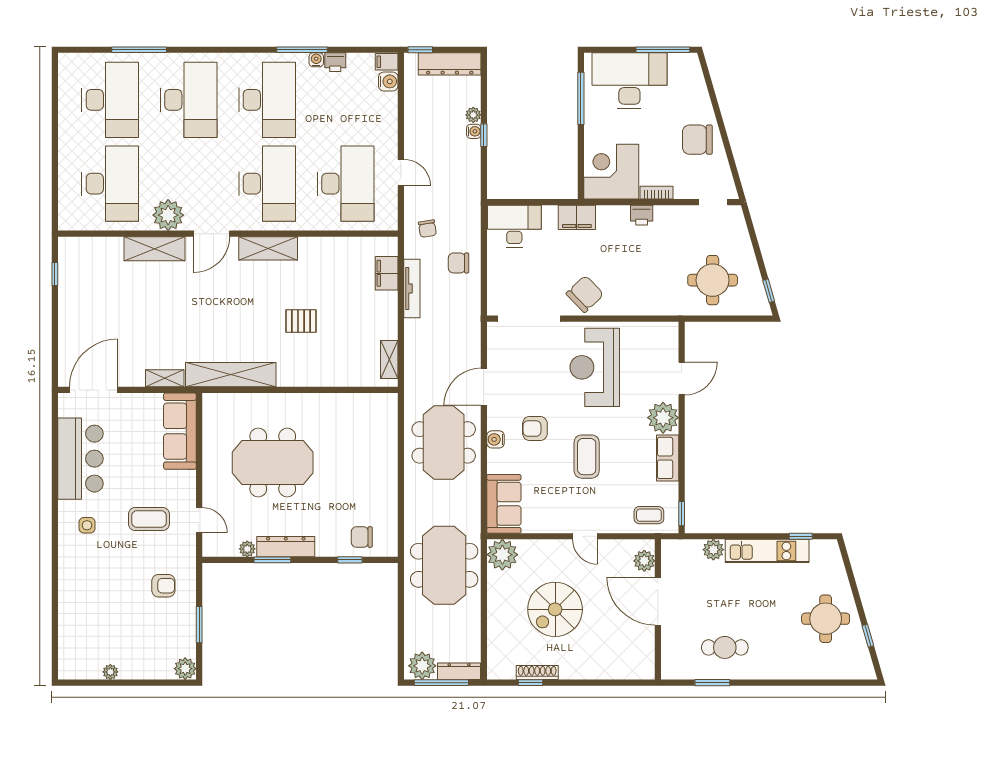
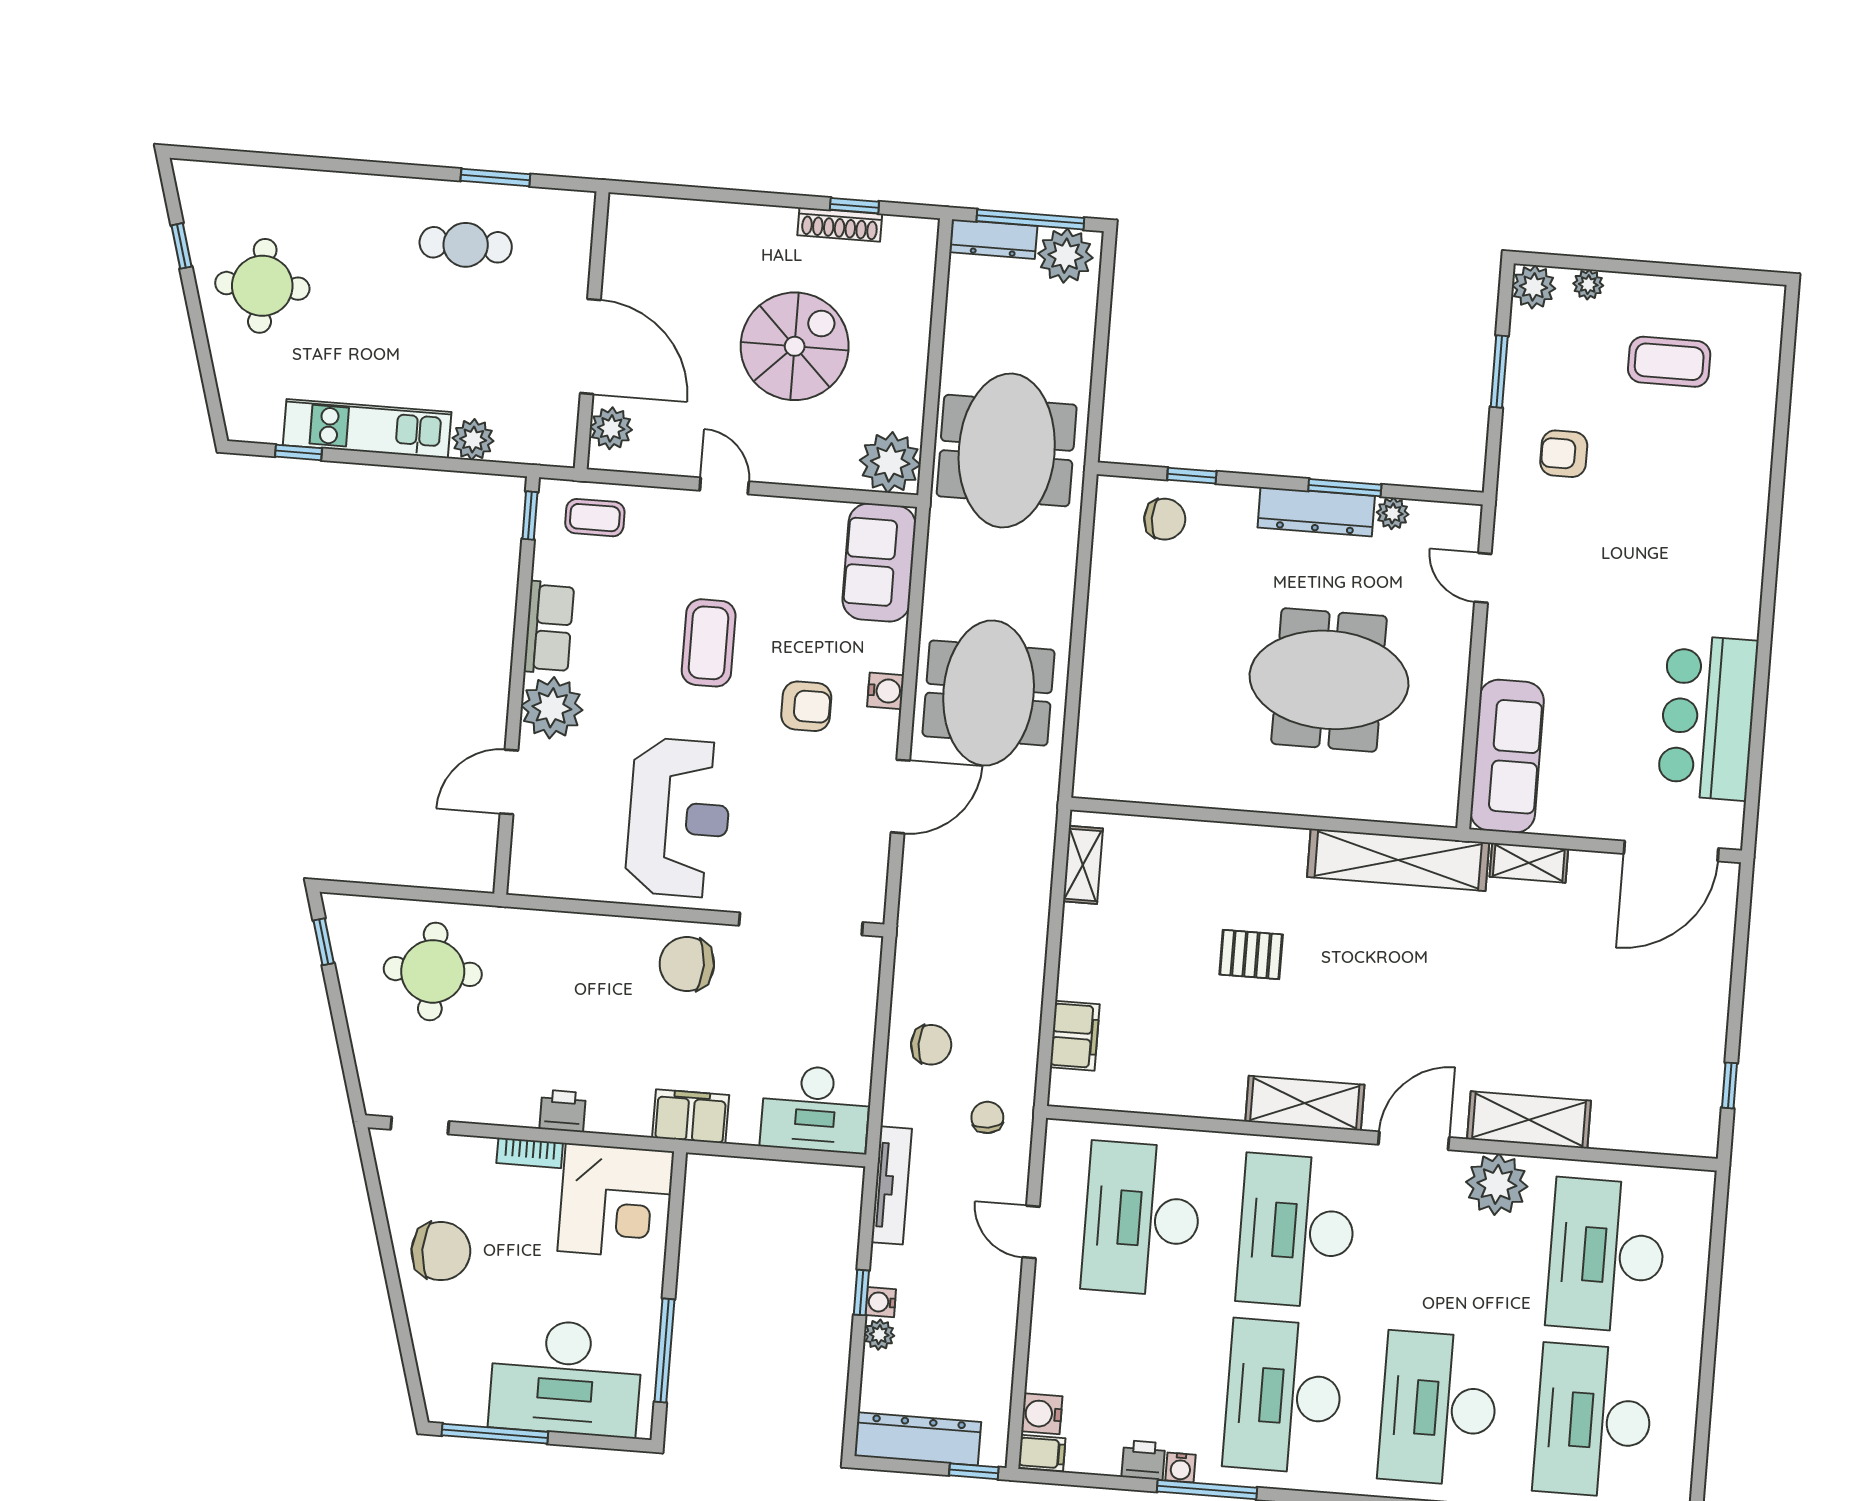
tv unit: (412, 289) -> (892, 1185), moved, turned 180
chair: (585, 294) -> (687, 964), turned 44
coffee table: (149, 519) -> (1669, 362), moved
side table: (87, 525) -> (1705, 585), removed
plant: (110, 672) -> (1588, 285), moved

